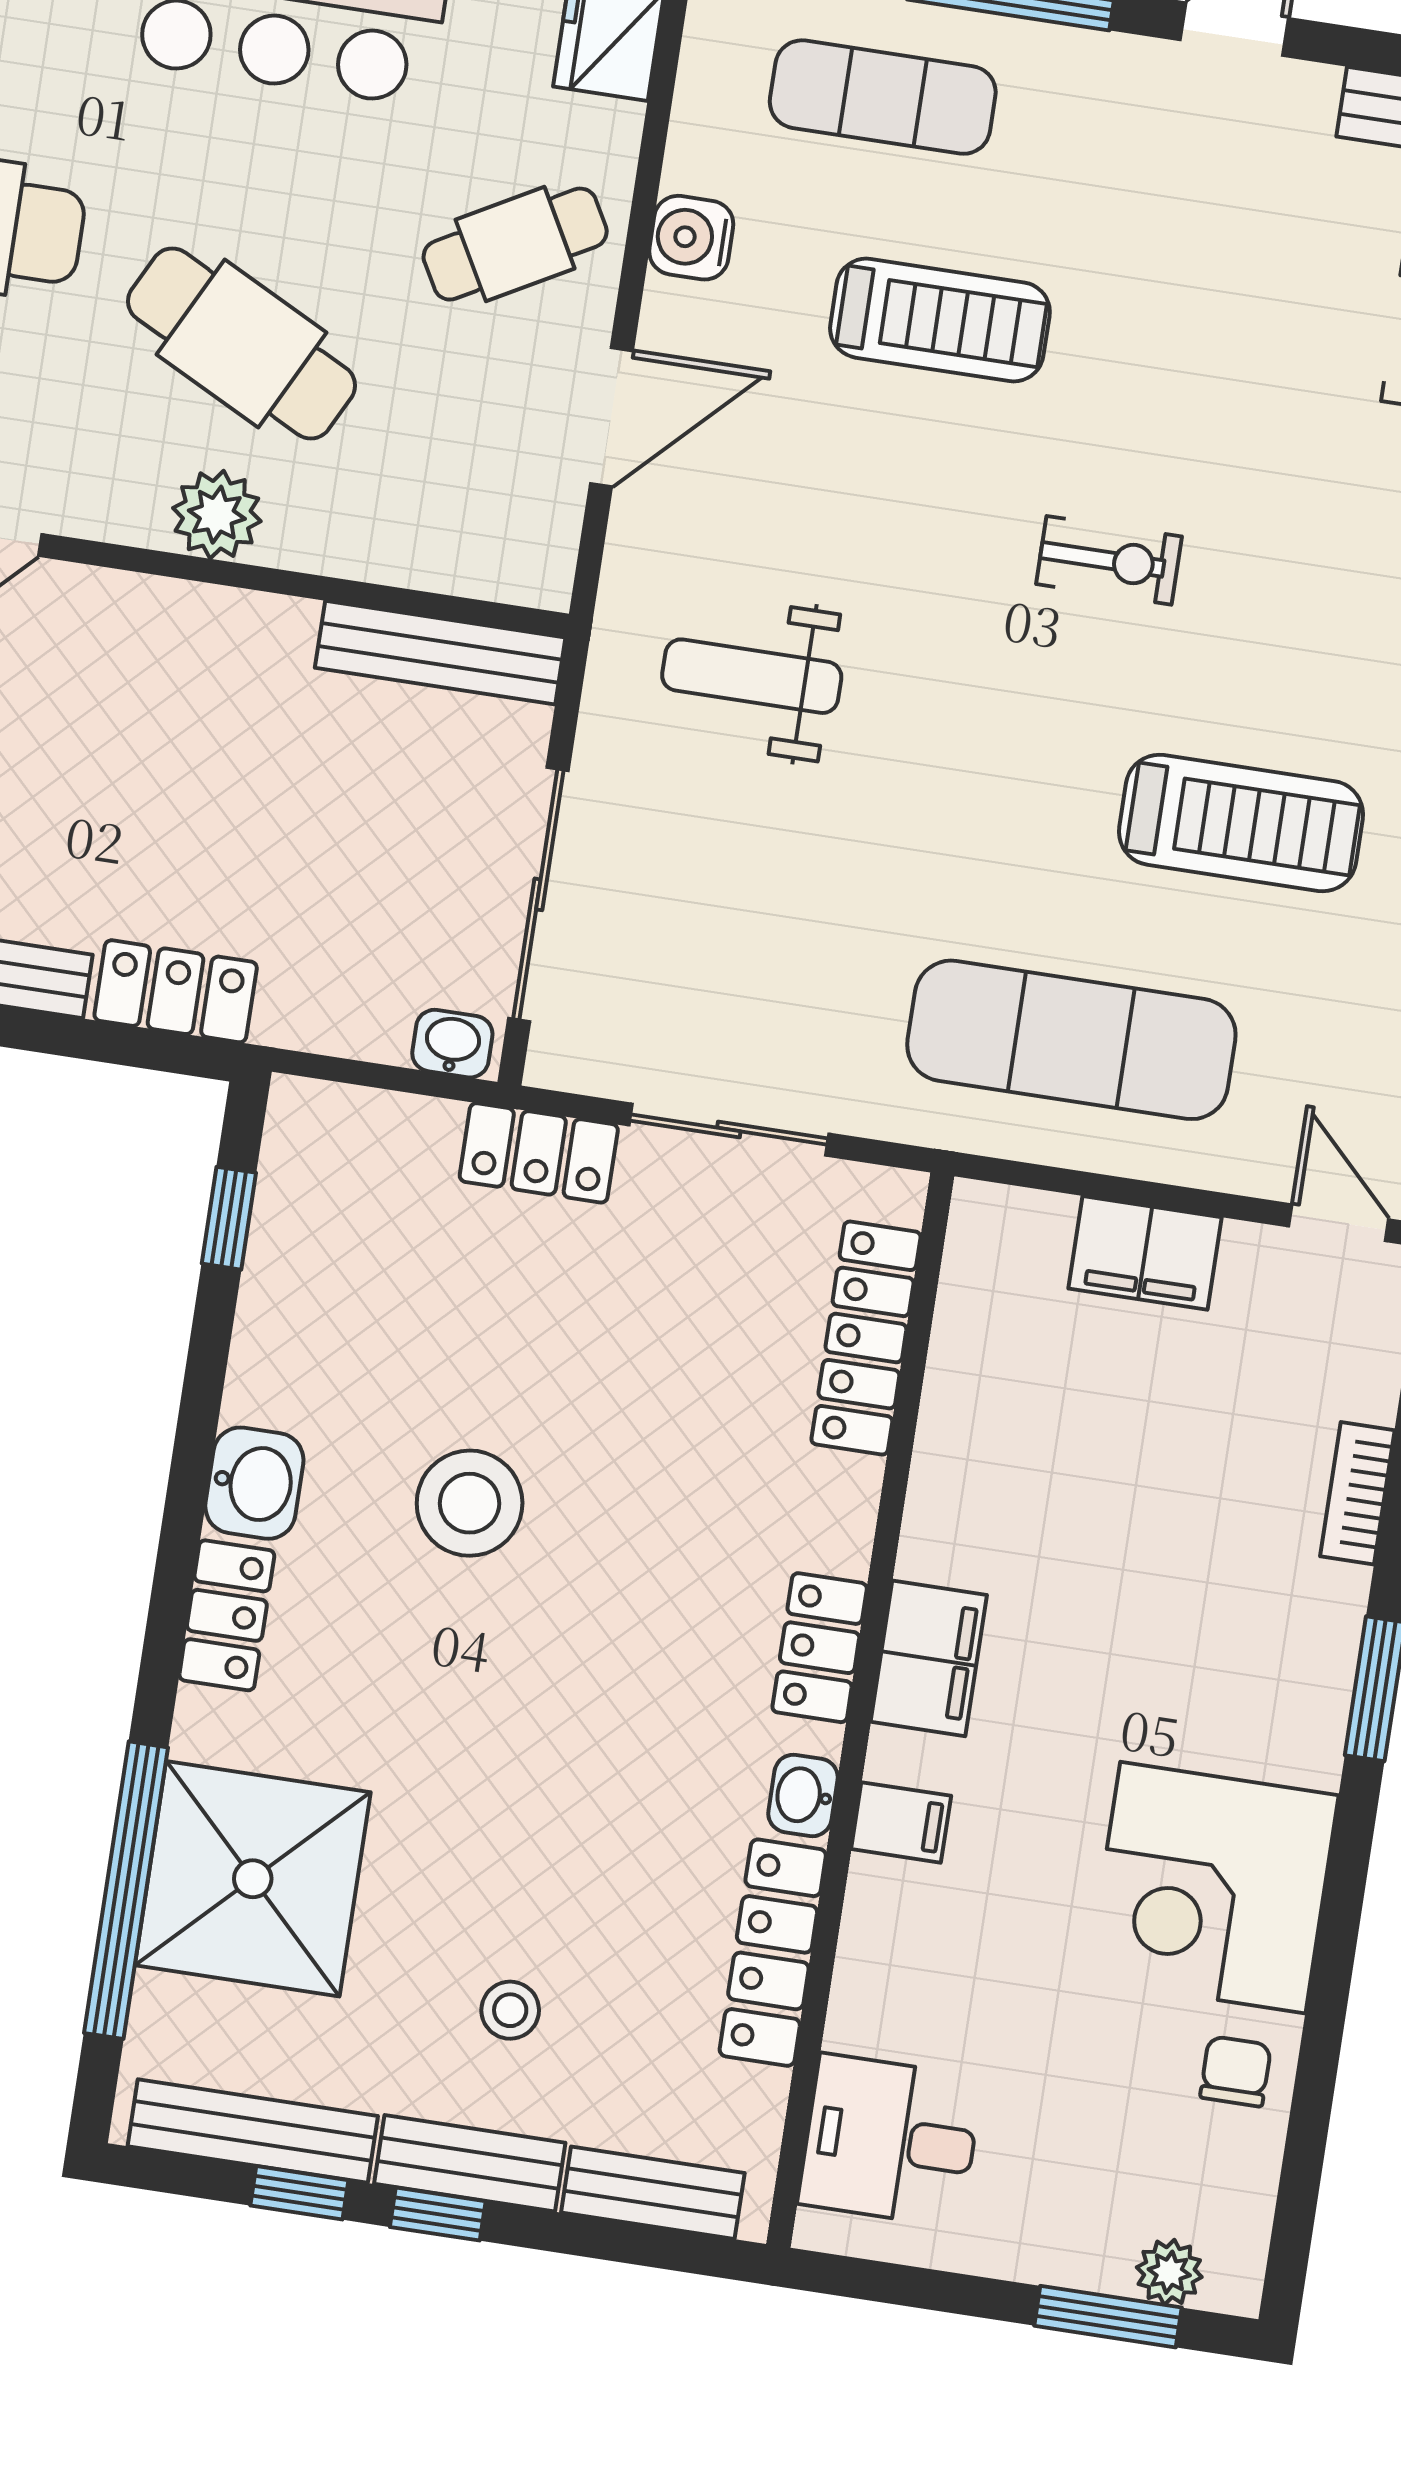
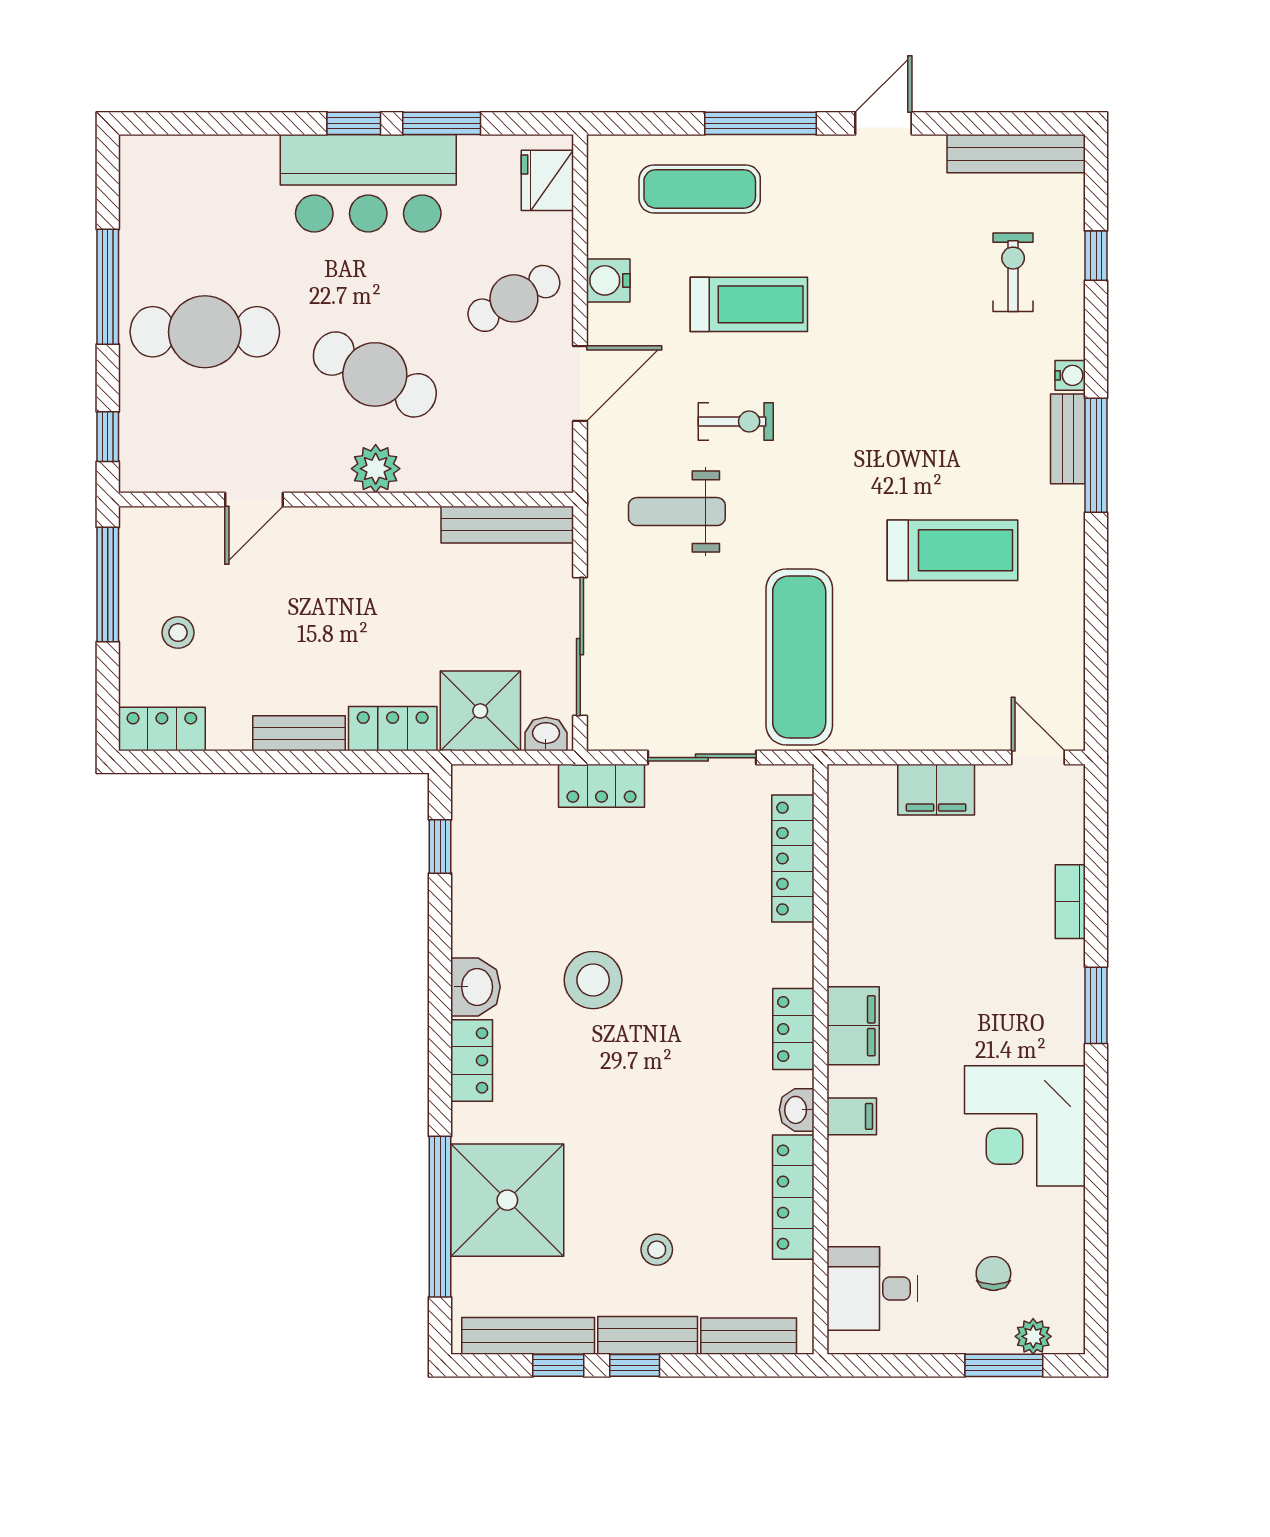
exercise bike: (1109, 560) -> (736, 421), moved
shower: (339, 983) -> (480, 711), added
exercise mat: (1071, 1040) -> (799, 657), moved, turned 90
chair: (1236, 2071) -> (993, 1273), moved

